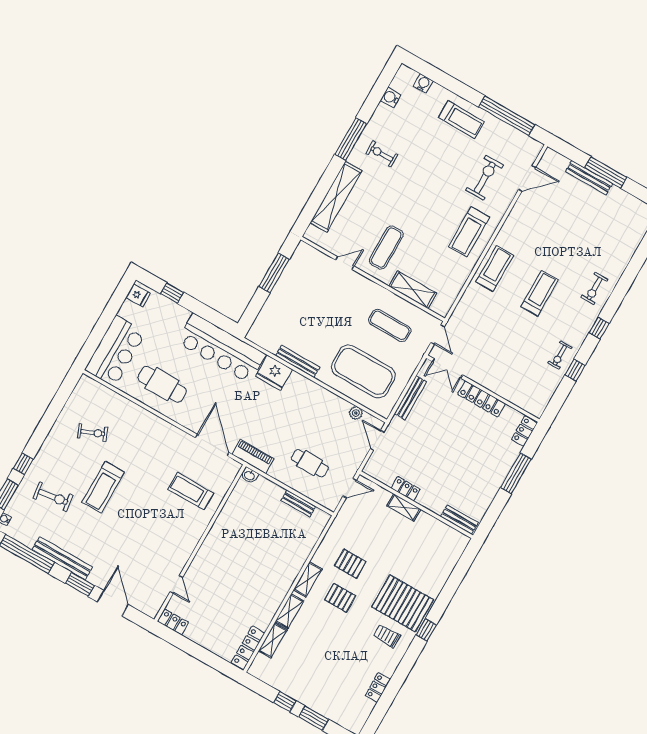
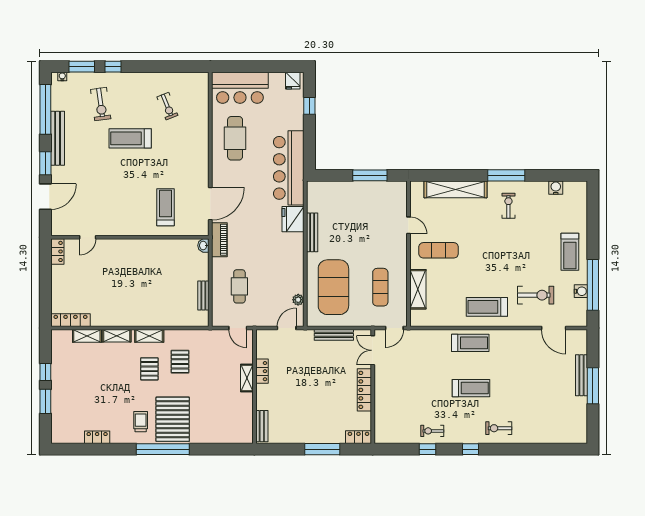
water cooler: (423, 83) -> (581, 291), moved
window: (426, 630) -> (163, 449), width x3.17

